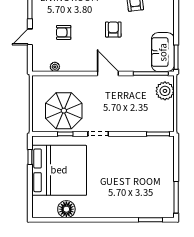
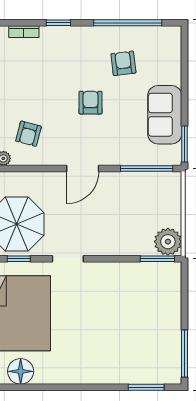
armchair: (64, 32) -> (28, 134), moved, turned -75
sofa: (163, 52) -> (165, 115), moved
door: (108, 74) -> (83, 169), swing flipped
plant: (165, 91) -> (168, 242), moved

